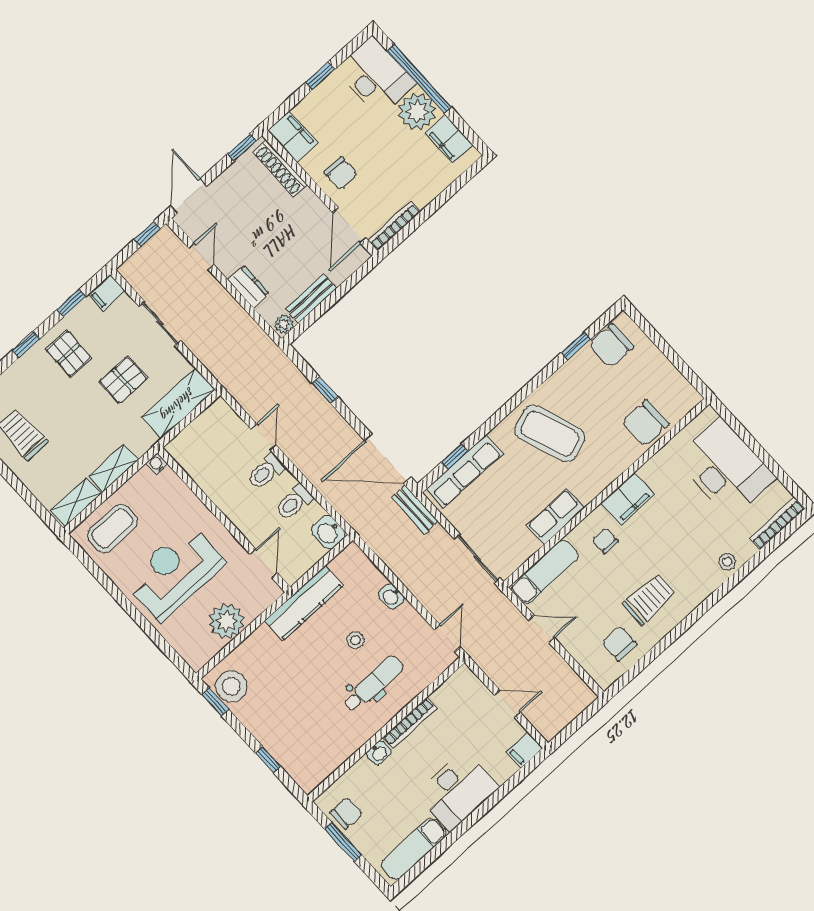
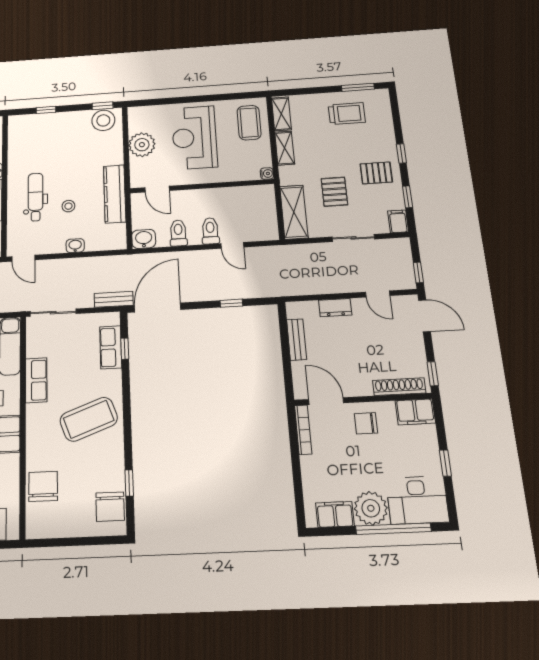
plant: (284, 324) -> (294, 310), removed
chair: (611, 346) -> (110, 507), turned 180
row of seats: (465, 472) -> (111, 347), width x0.68
reception desk: (175, 572) -> (194, 138), turned 180
dental chair: (373, 684) -> (36, 197), turned 180

